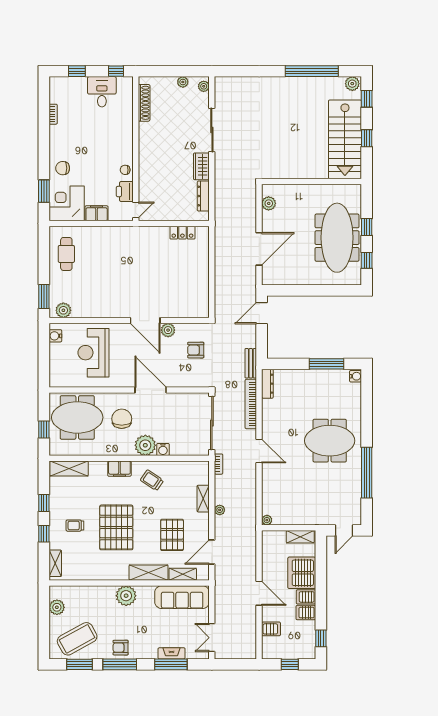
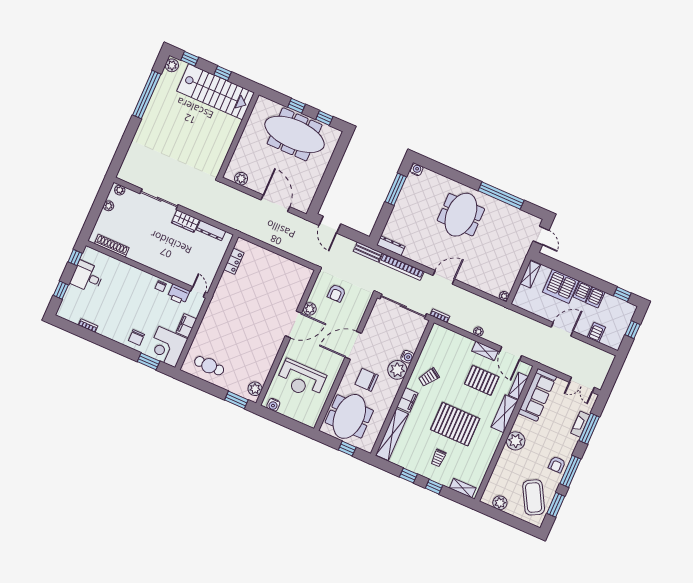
shelving: (69, 469) -> (392, 435), width x1.47
shelving: (203, 499) -> (485, 351), moved

